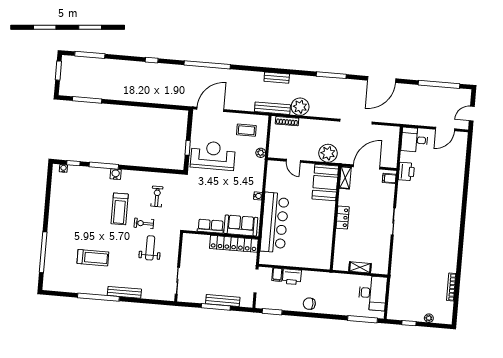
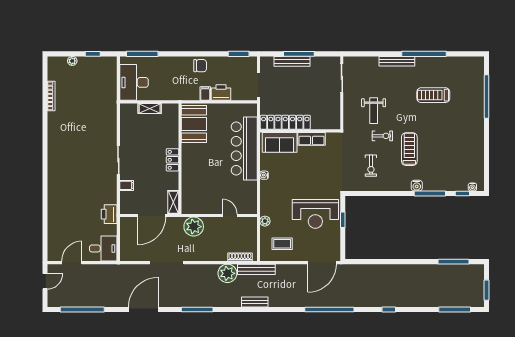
filing cabinet: (389, 178) -> (127, 185), moved
booth: (325, 183) -> (194, 124), moved
filing cabinet: (277, 275) -> (205, 94), moved

